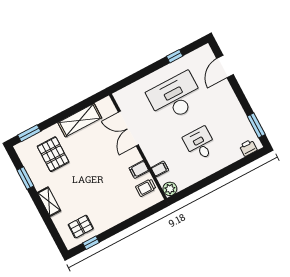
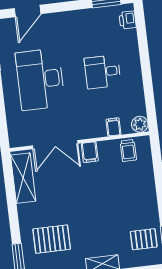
door: (225, 67) -> (28, 11), hinge flipped
shelving: (80, 120) -> (23, 178), moved
filing cabinet: (139, 169) -> (90, 152), moved
pallet: (81, 227) -> (144, 239), turned 90

